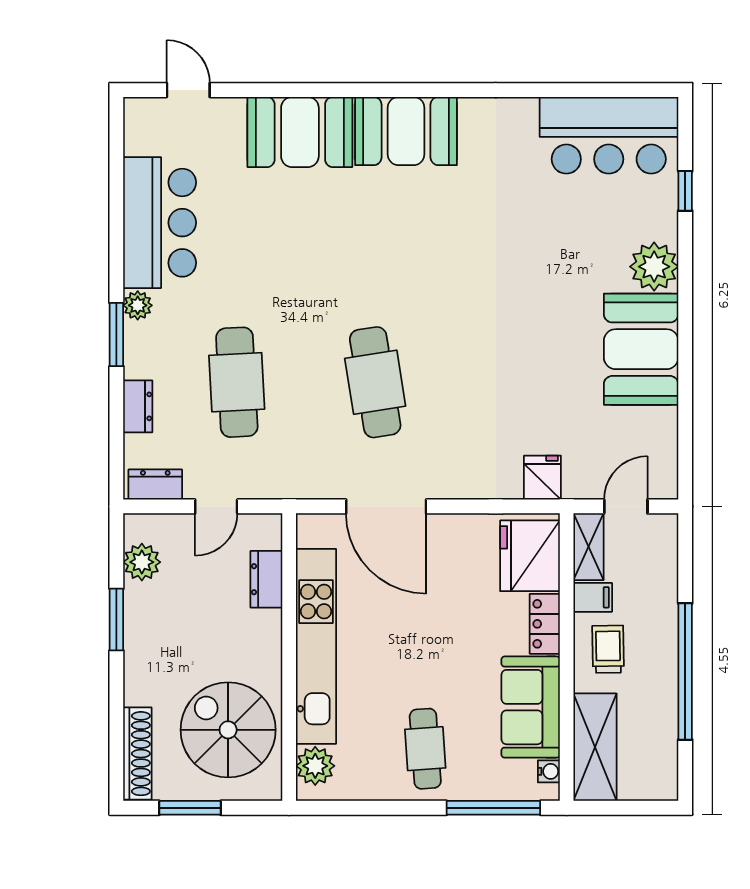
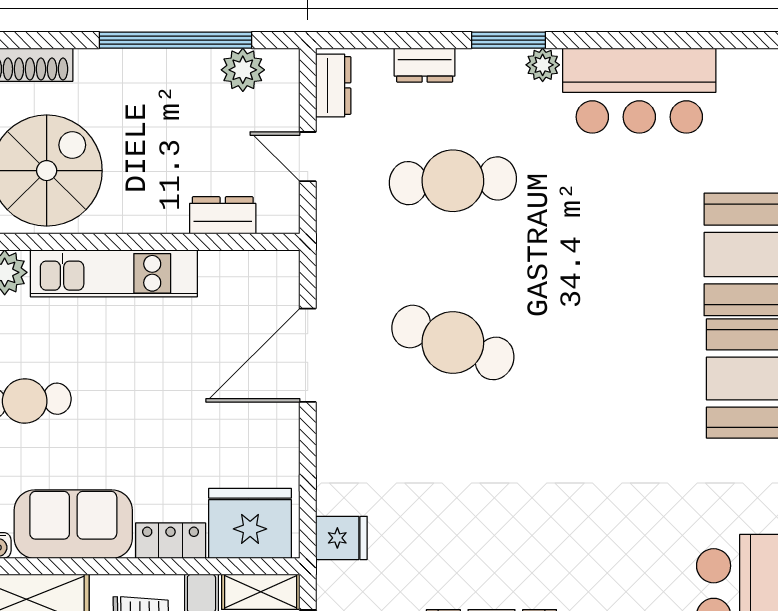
cafe table: (375, 382) -> (453, 342), turned 30
window: (116, 620) -> (175, 40), width x2.11
kitchen unit: (316, 646) -> (114, 273), width x0.73

